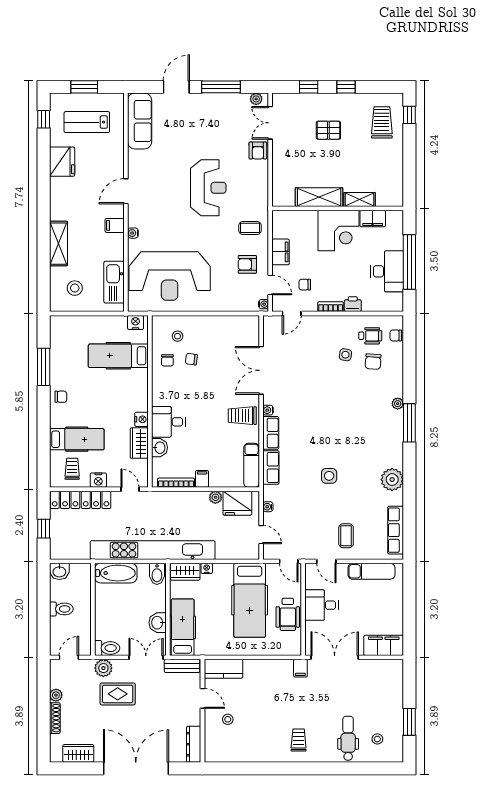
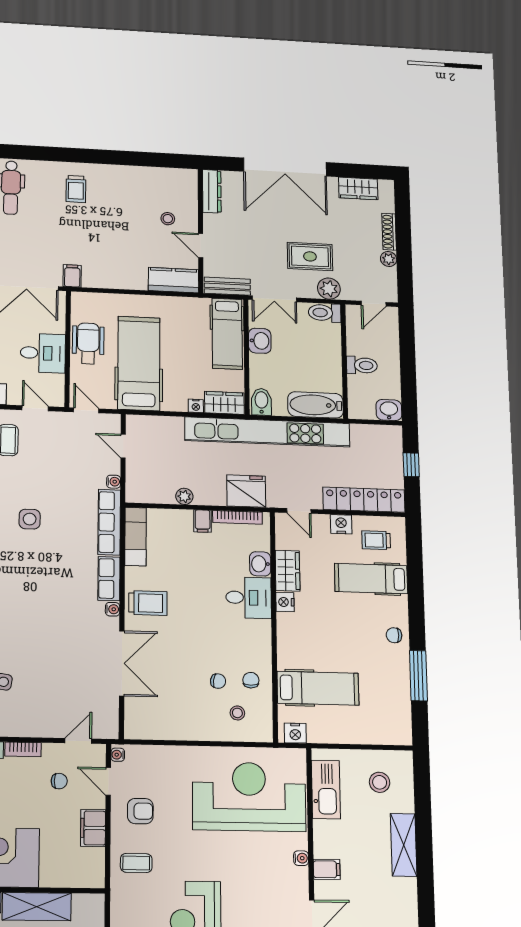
row of seats: (271, 467) -> (109, 522), width x1.48
trolley: (72, 469) -> (376, 540), turned 90
fridge: (237, 503) -> (246, 491), moved
toilet: (61, 609) -> (362, 365), moved, turned 180

